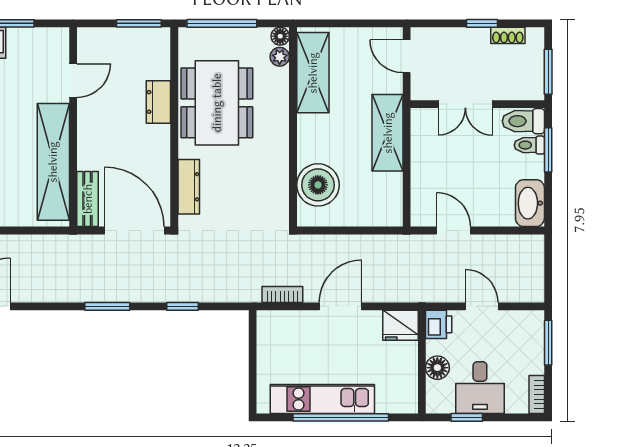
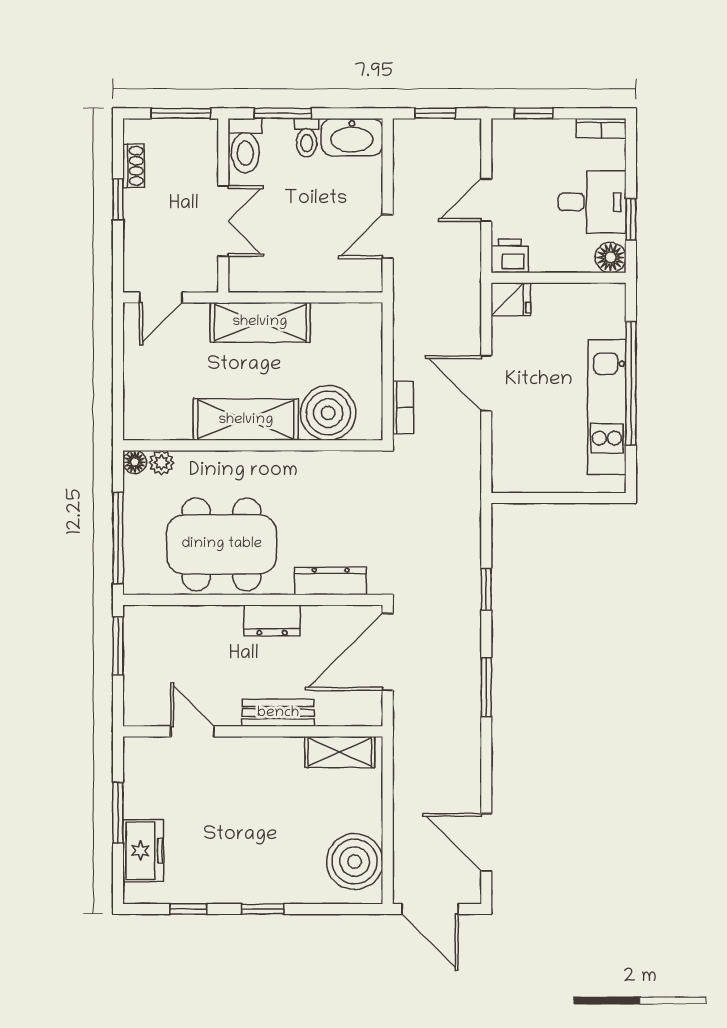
shelving: (313, 73) -> (246, 420), moved
dresser: (158, 102) -> (272, 620), moved
toilet: (529, 145) -> (307, 138), moved
shelving: (53, 162) -> (340, 752), width x0.45, depth x0.75
bench: (88, 199) -> (278, 713), moved
window: (548, 267) -> (435, 113), added
bookcase: (282, 294) -> (403, 408), moved, turned 180
fridge: (400, 325) -> (511, 299), width x0.72
window: (548, 343) -> (533, 113), width x0.67
floor lamp: (437, 368) -> (611, 257), moved

